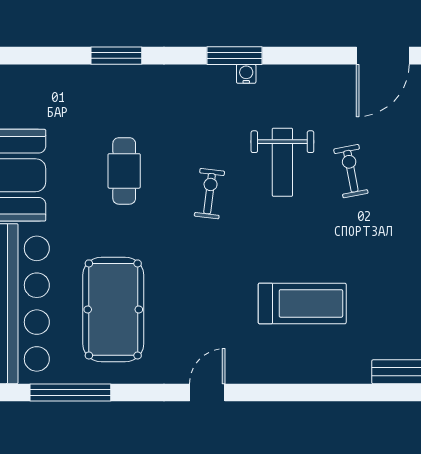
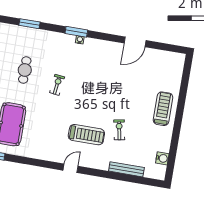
weight bench: (282, 162) -> (88, 77), removed
exercise bike: (351, 171) -> (119, 130), moved
door: (207, 393) -> (70, 168), moved

